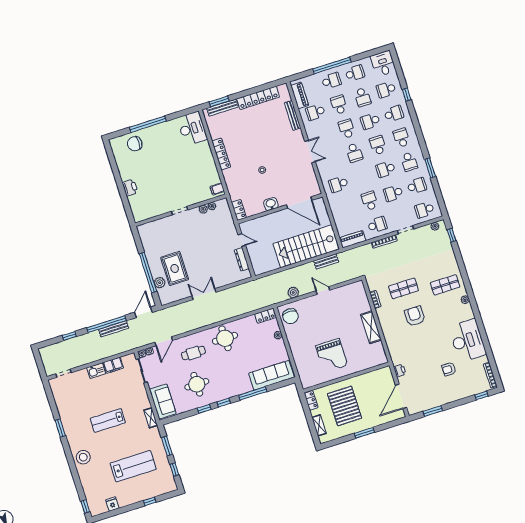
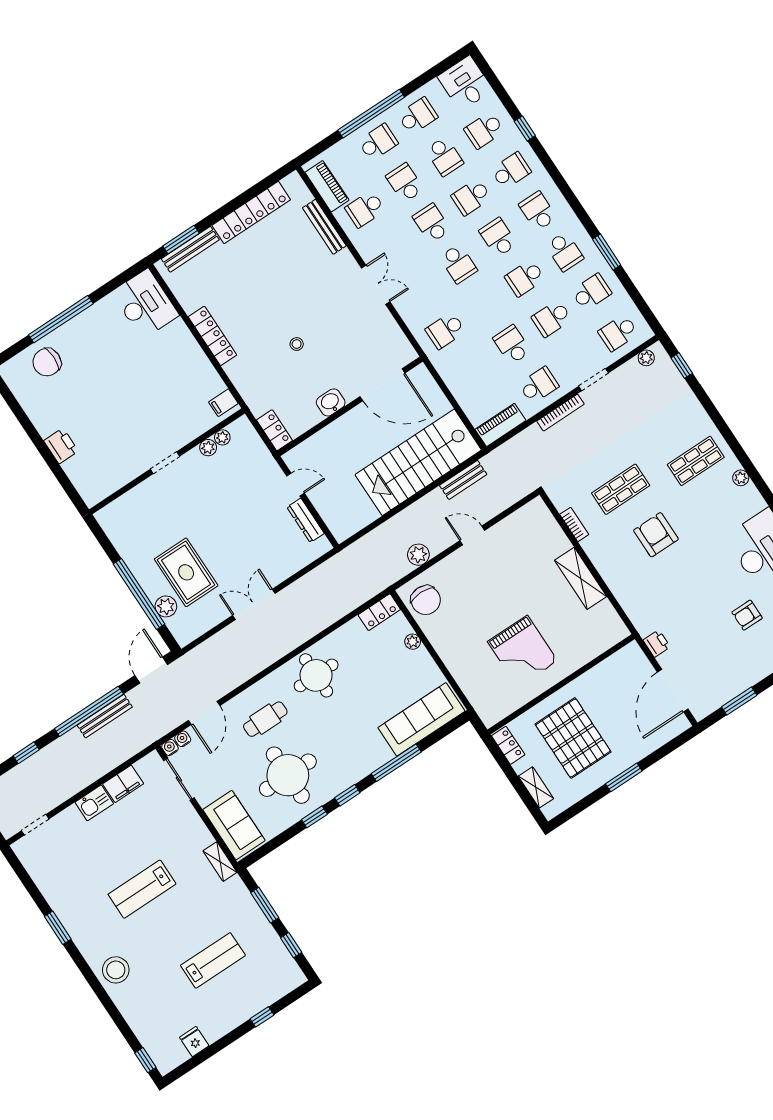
round table: (197, 384) -> (288, 775), width x1.36, depth x1.36
lab bench: (133, 466) -> (213, 960), width x0.73, depth x0.72

